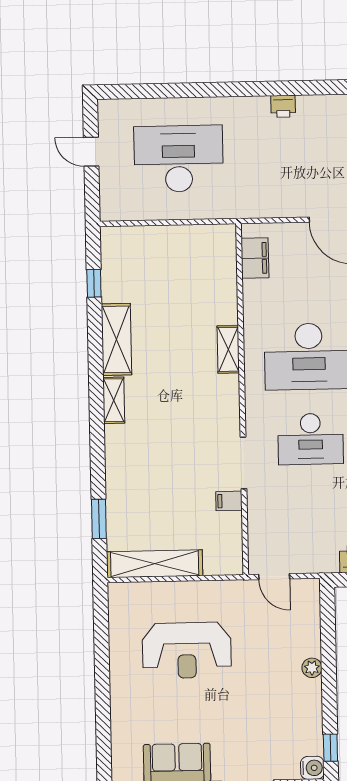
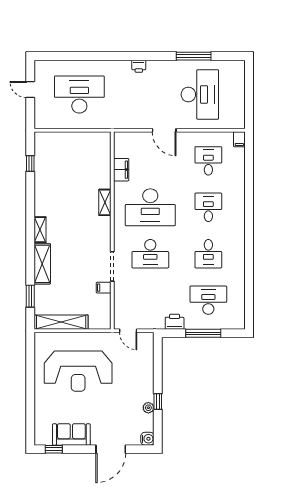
filing cabinet: (255, 258) -> (121, 170), moved
shelving: (116, 339) -> (42, 264), moved
reception desk: (187, 650) -> (78, 371), width x1.36, depth x1.30
plant: (312, 668) -> (148, 408), moved
window: (330, 748) -> (158, 401), moved

